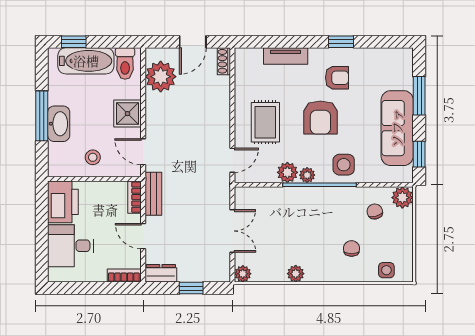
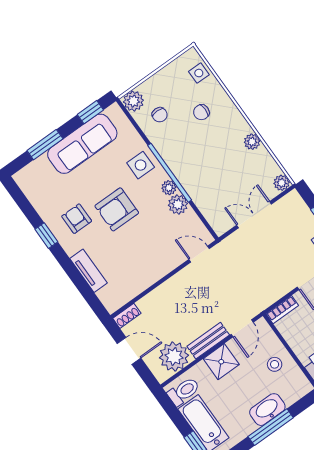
armchair: (320, 117) -> (117, 209), turned 180
rug: (265, 122) -> (151, 250), removed
bench: (153, 194) -> (208, 341), moved
chair: (375, 211) -> (160, 115), turned -75

